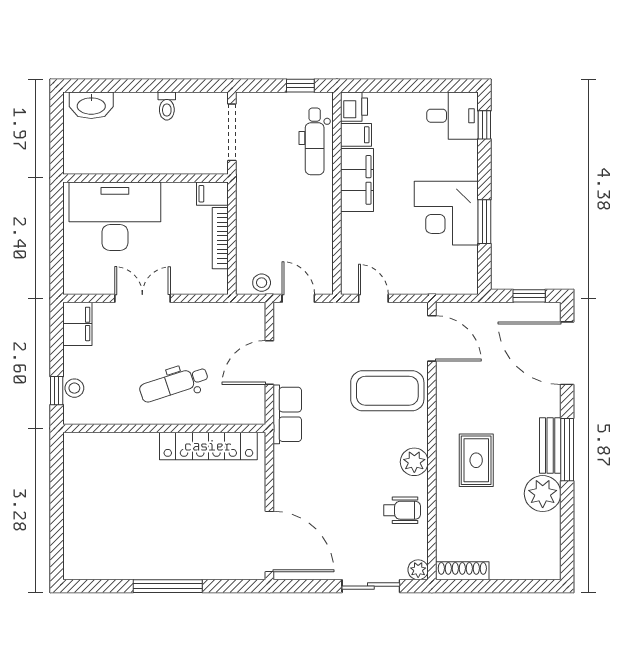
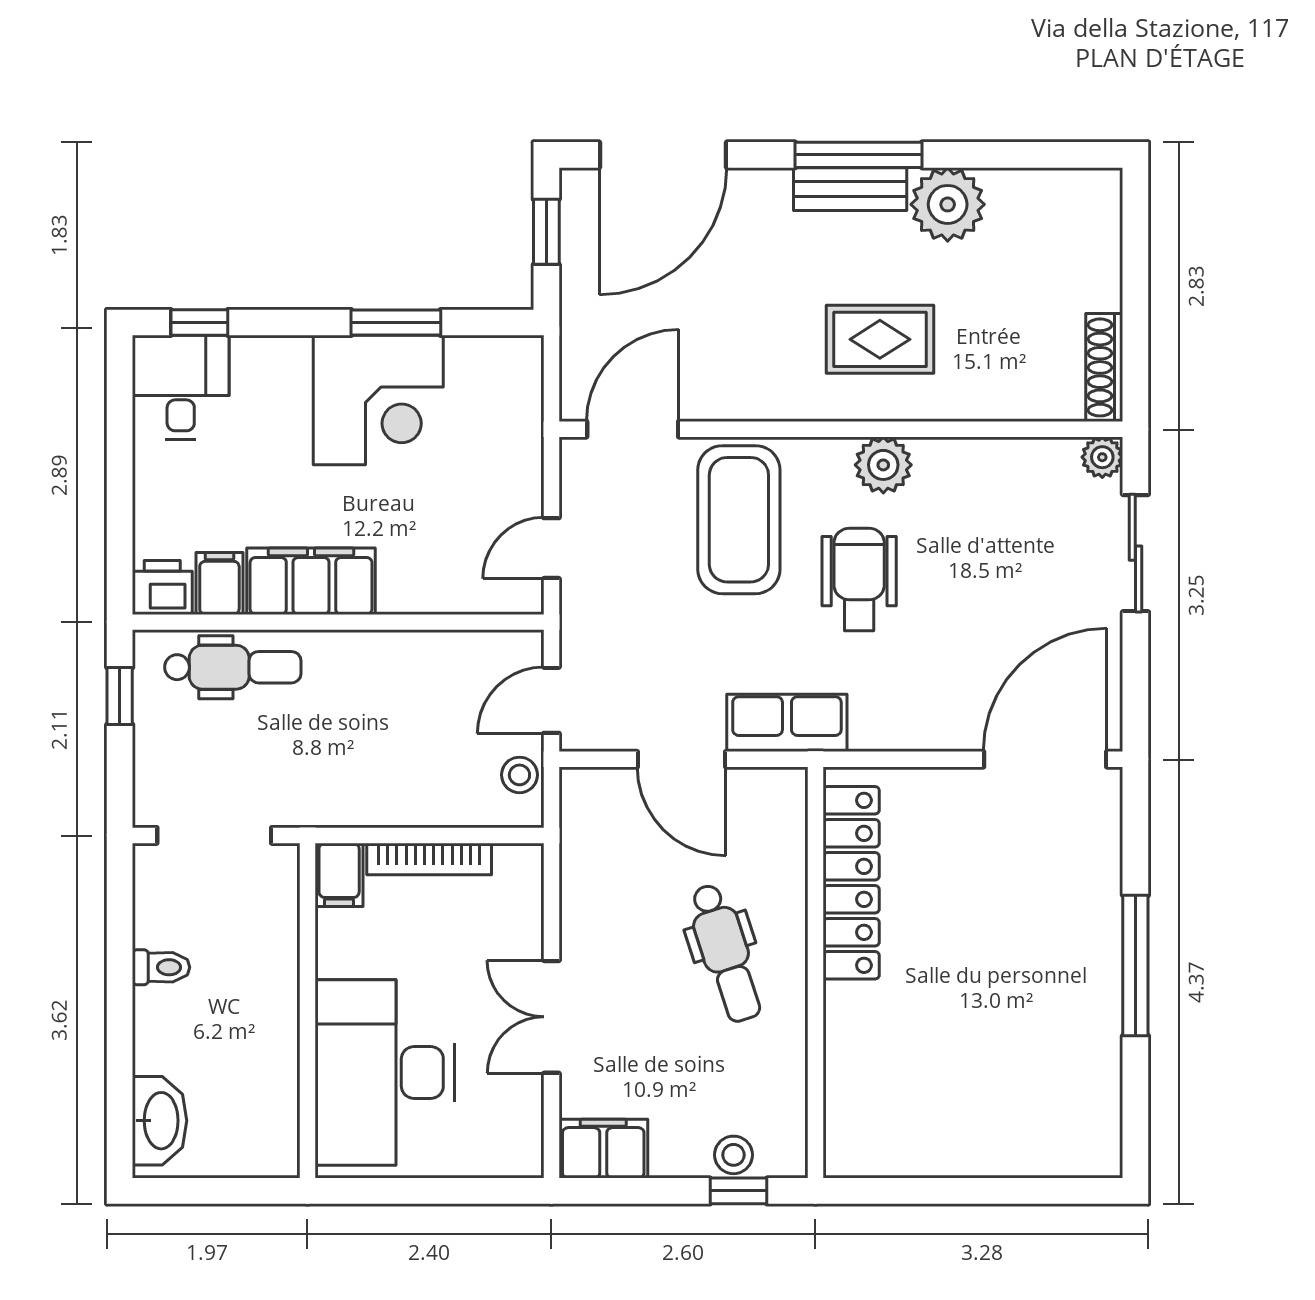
wheelchair: (402, 510) -> (859, 579), moved, width x1.36, depth x1.37

